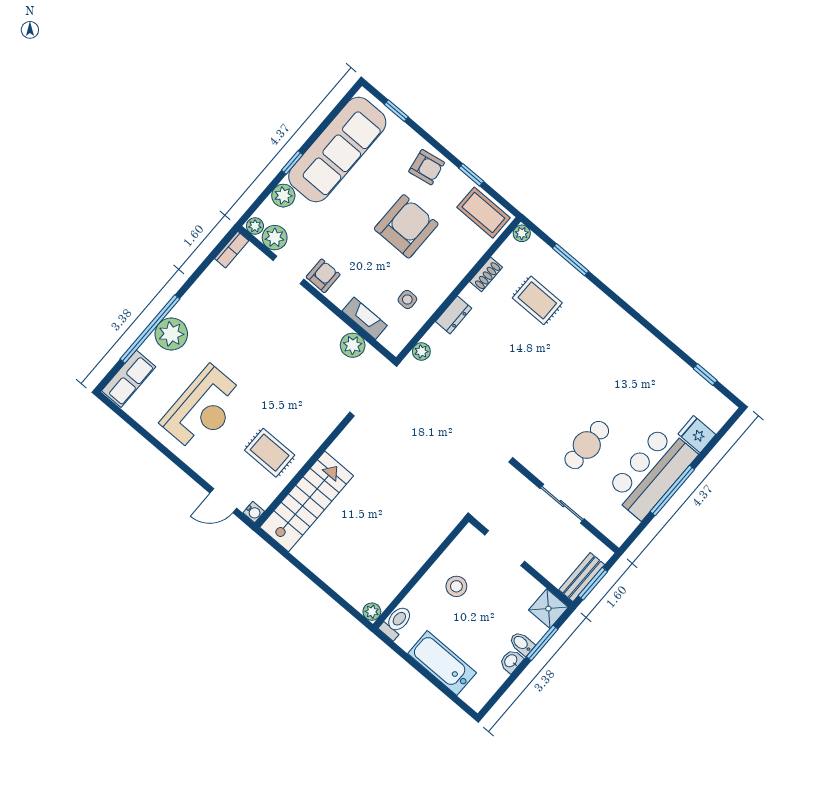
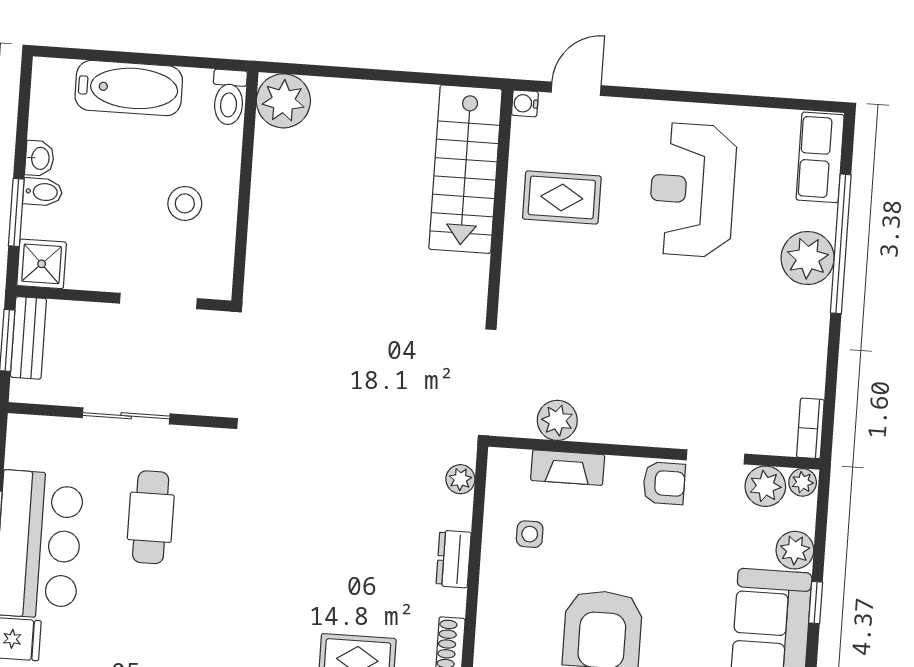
armchair: (323, 276) -> (664, 483), turned -90
plant: (372, 612) -> (283, 101), width x1.88, depth x1.88

